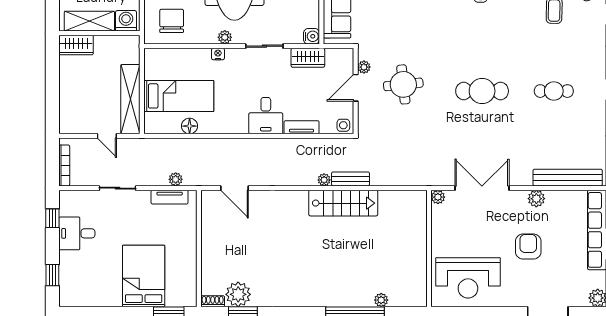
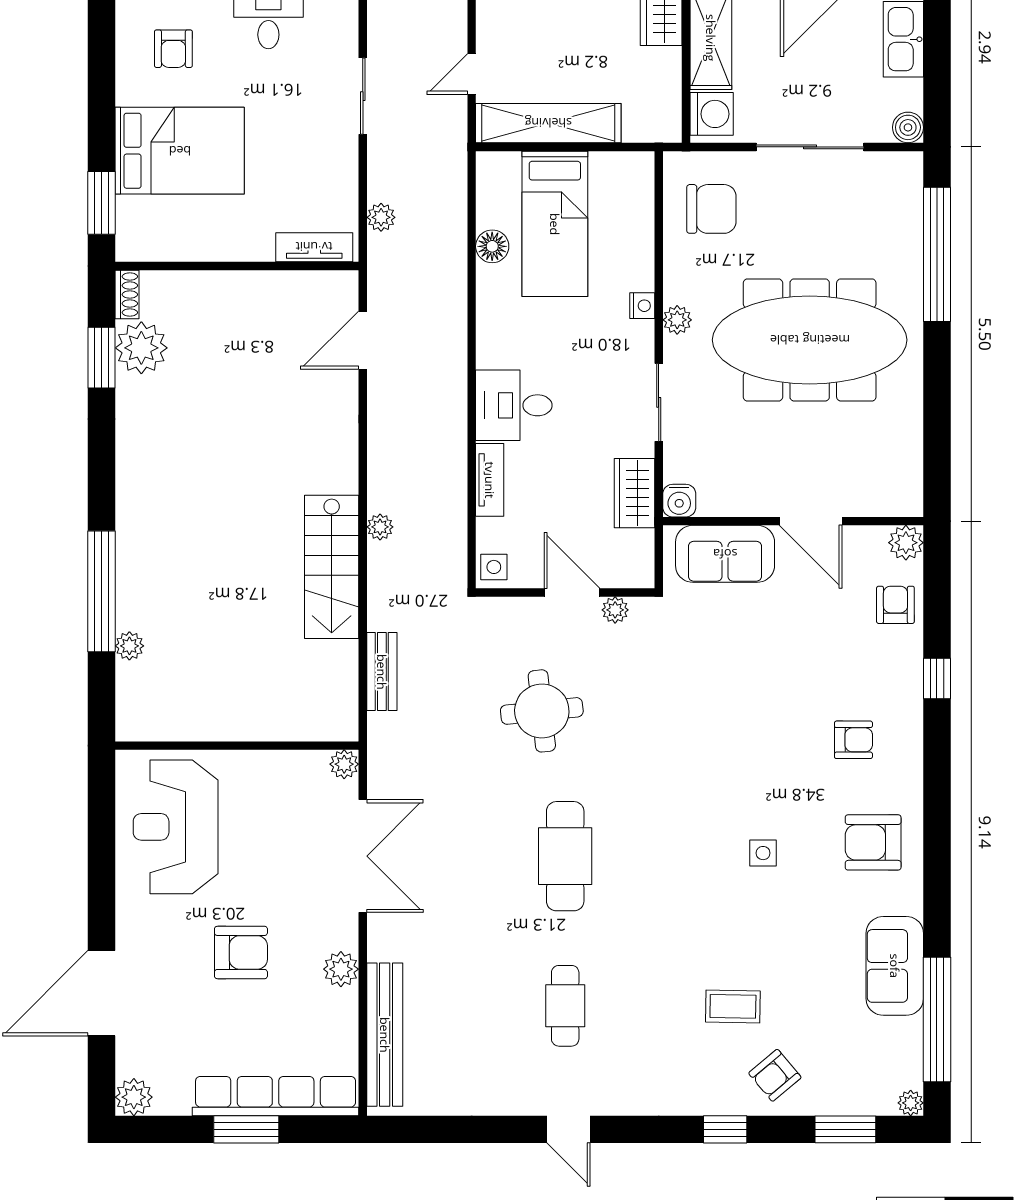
round table: (403, 84) -> (542, 711), moved
bench: (351, 179) -> (382, 672), moved
tv unit: (170, 197) -> (314, 247), moved, turned 90
armchair: (95, 279) -> (173, 49), added

